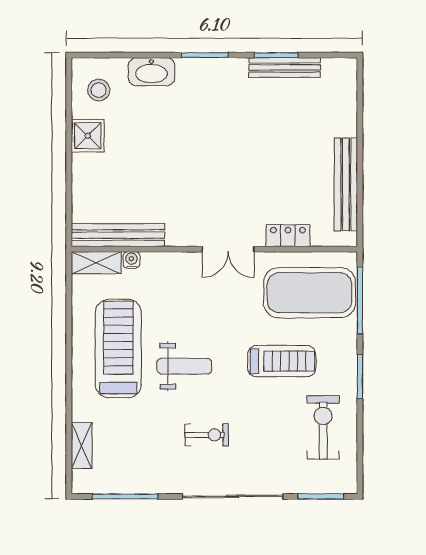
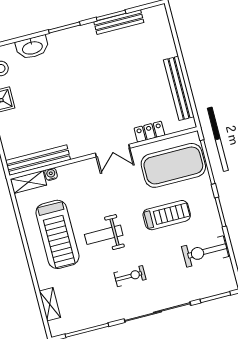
treadmill: (118, 348) -> (57, 234), turned 180
weight bench: (184, 366) -> (104, 235), turned 180
exercise bike: (323, 427) -> (205, 251), turned -90

